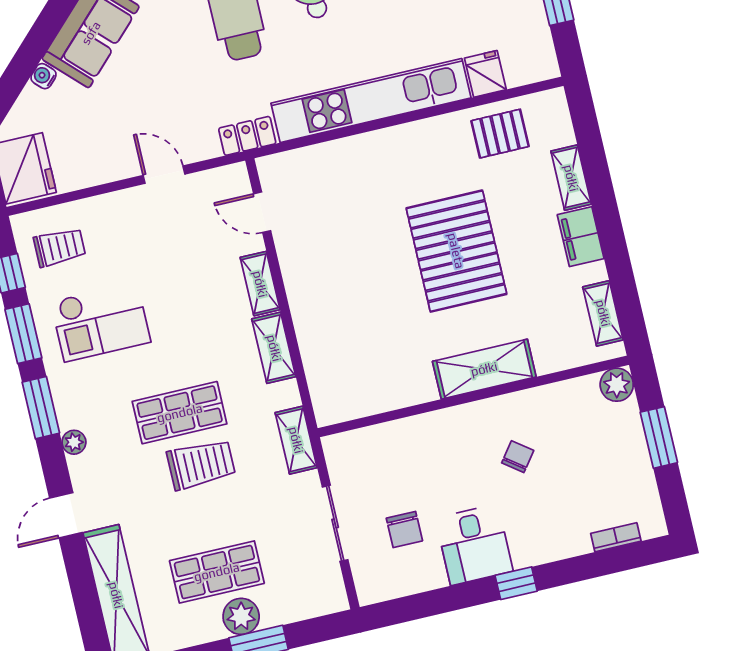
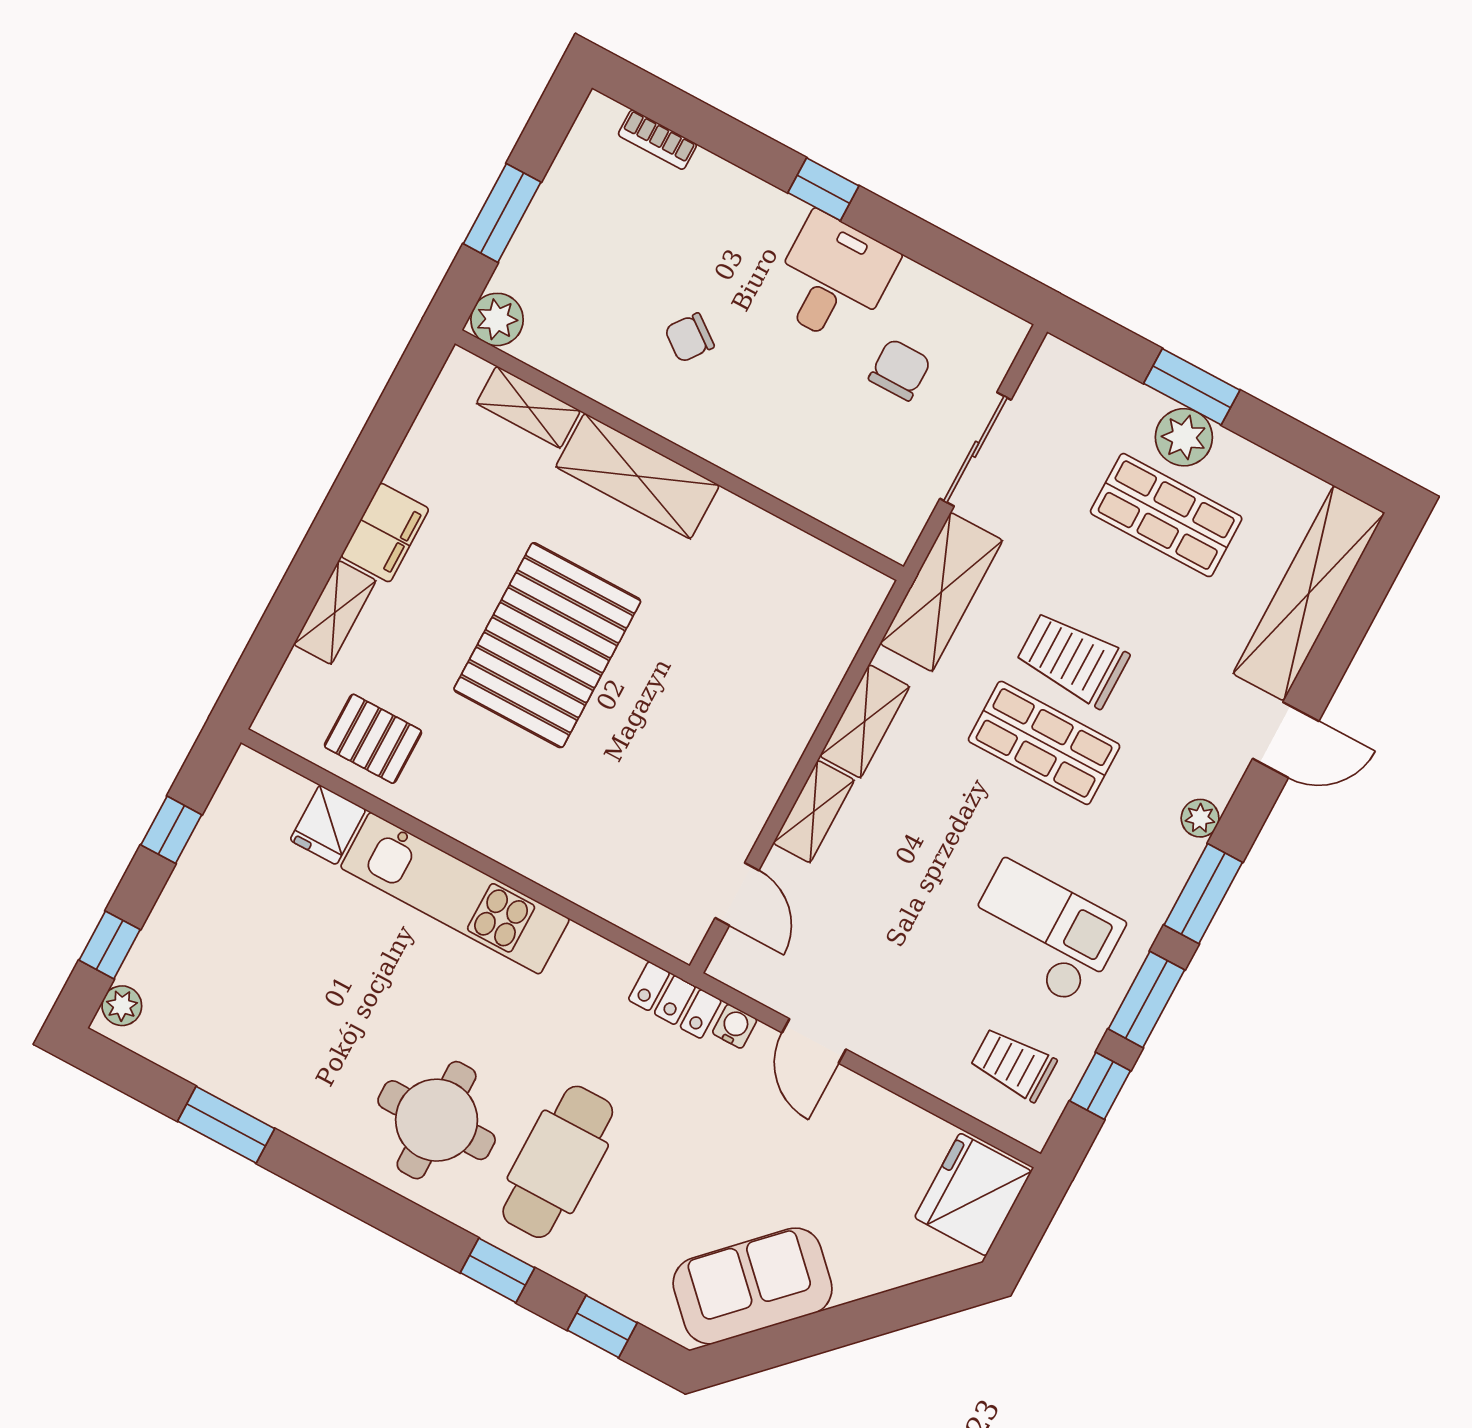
water cooler: (43, 76) -> (735, 1026), moved, turned -135
kitchen unit: (371, 101) -> (455, 893), width x0.73
shelving: (603, 313) -> (528, 407), moved, turned 90
shelving: (296, 440) -> (941, 592), width x1.50, depth x1.33

